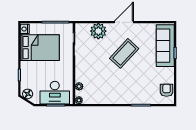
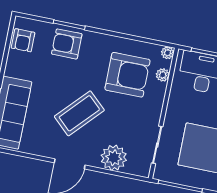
armchair: (100, 82) -> (127, 75), added
armchair: (140, 93) -> (67, 44), added

